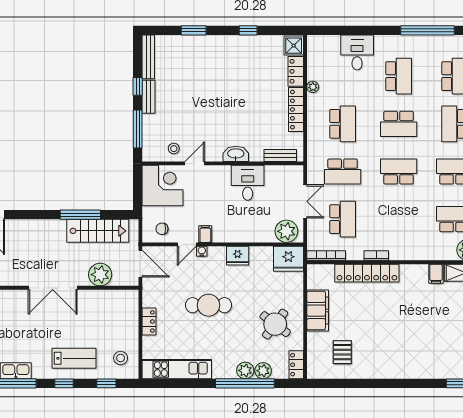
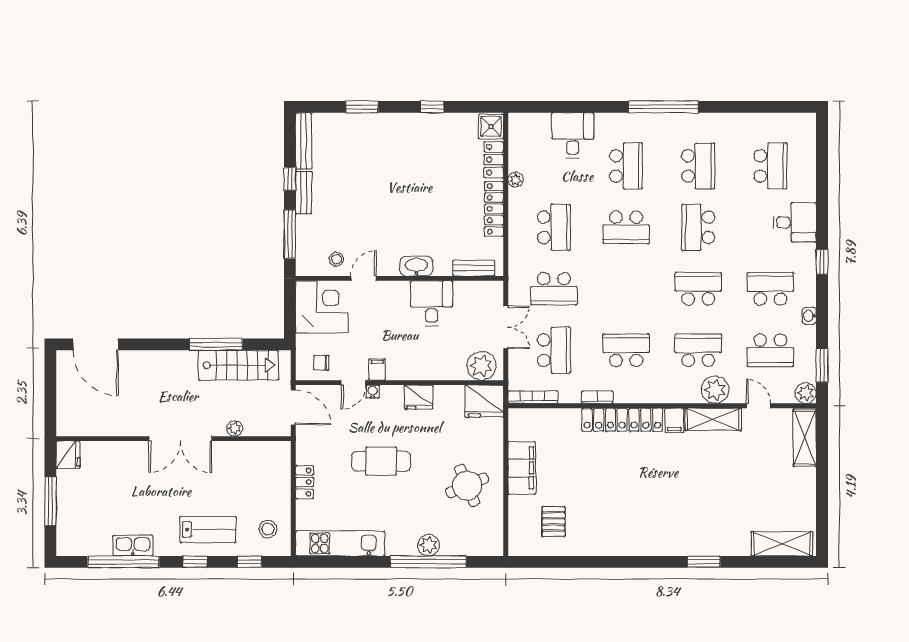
school desk: (399, 171) -> (626, 350), moved
locker: (367, 273) -> (622, 420), moved
plant: (100, 275) -> (235, 428), width x0.53, depth x0.53
round table: (275, 324) -> (467, 485), turned 30
locker: (296, 365) -> (494, 538), removed
plant: (263, 371) -> (451, 545), removed

